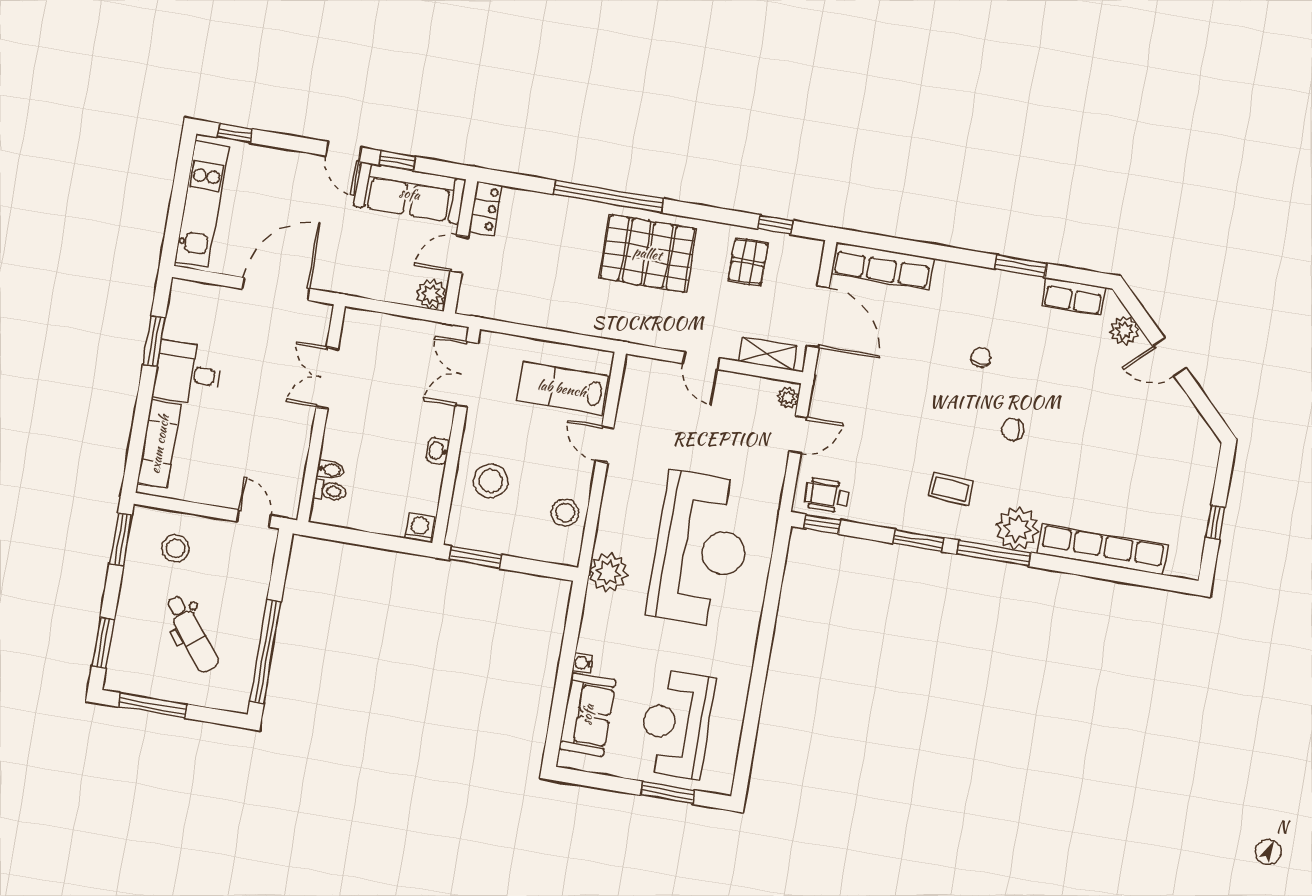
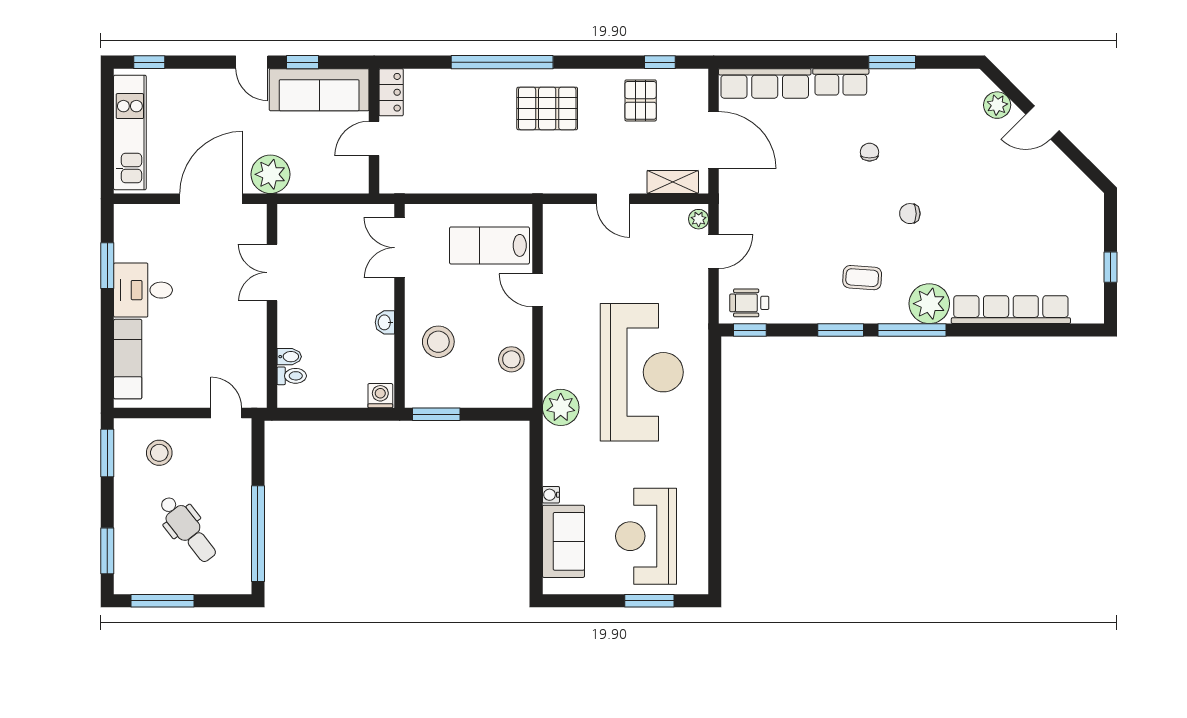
pallet: (648, 253) -> (547, 108), width x0.73, depth x0.71
plant: (431, 294) -> (270, 174), moved, width x1.36, depth x1.36
row of seats: (1073, 297) -> (841, 82), moved

